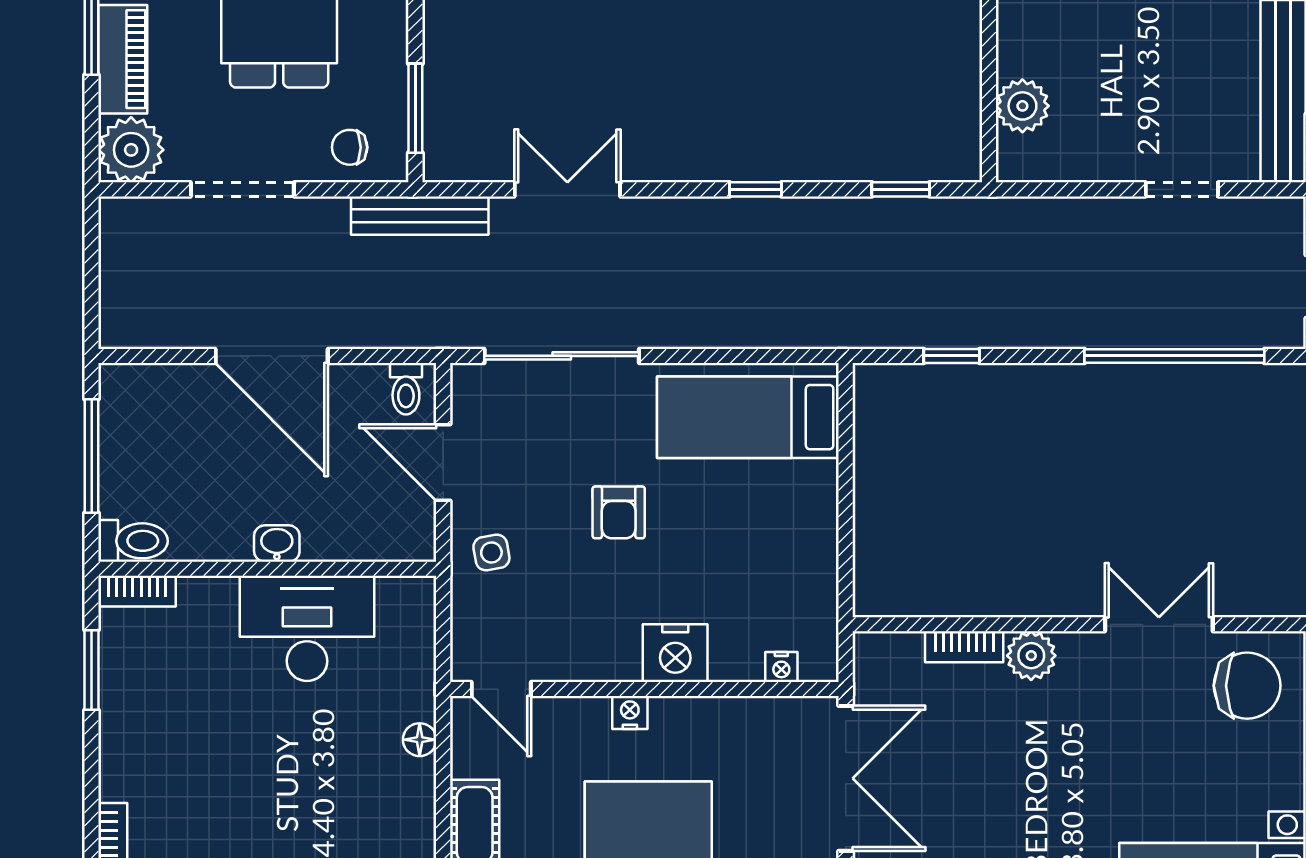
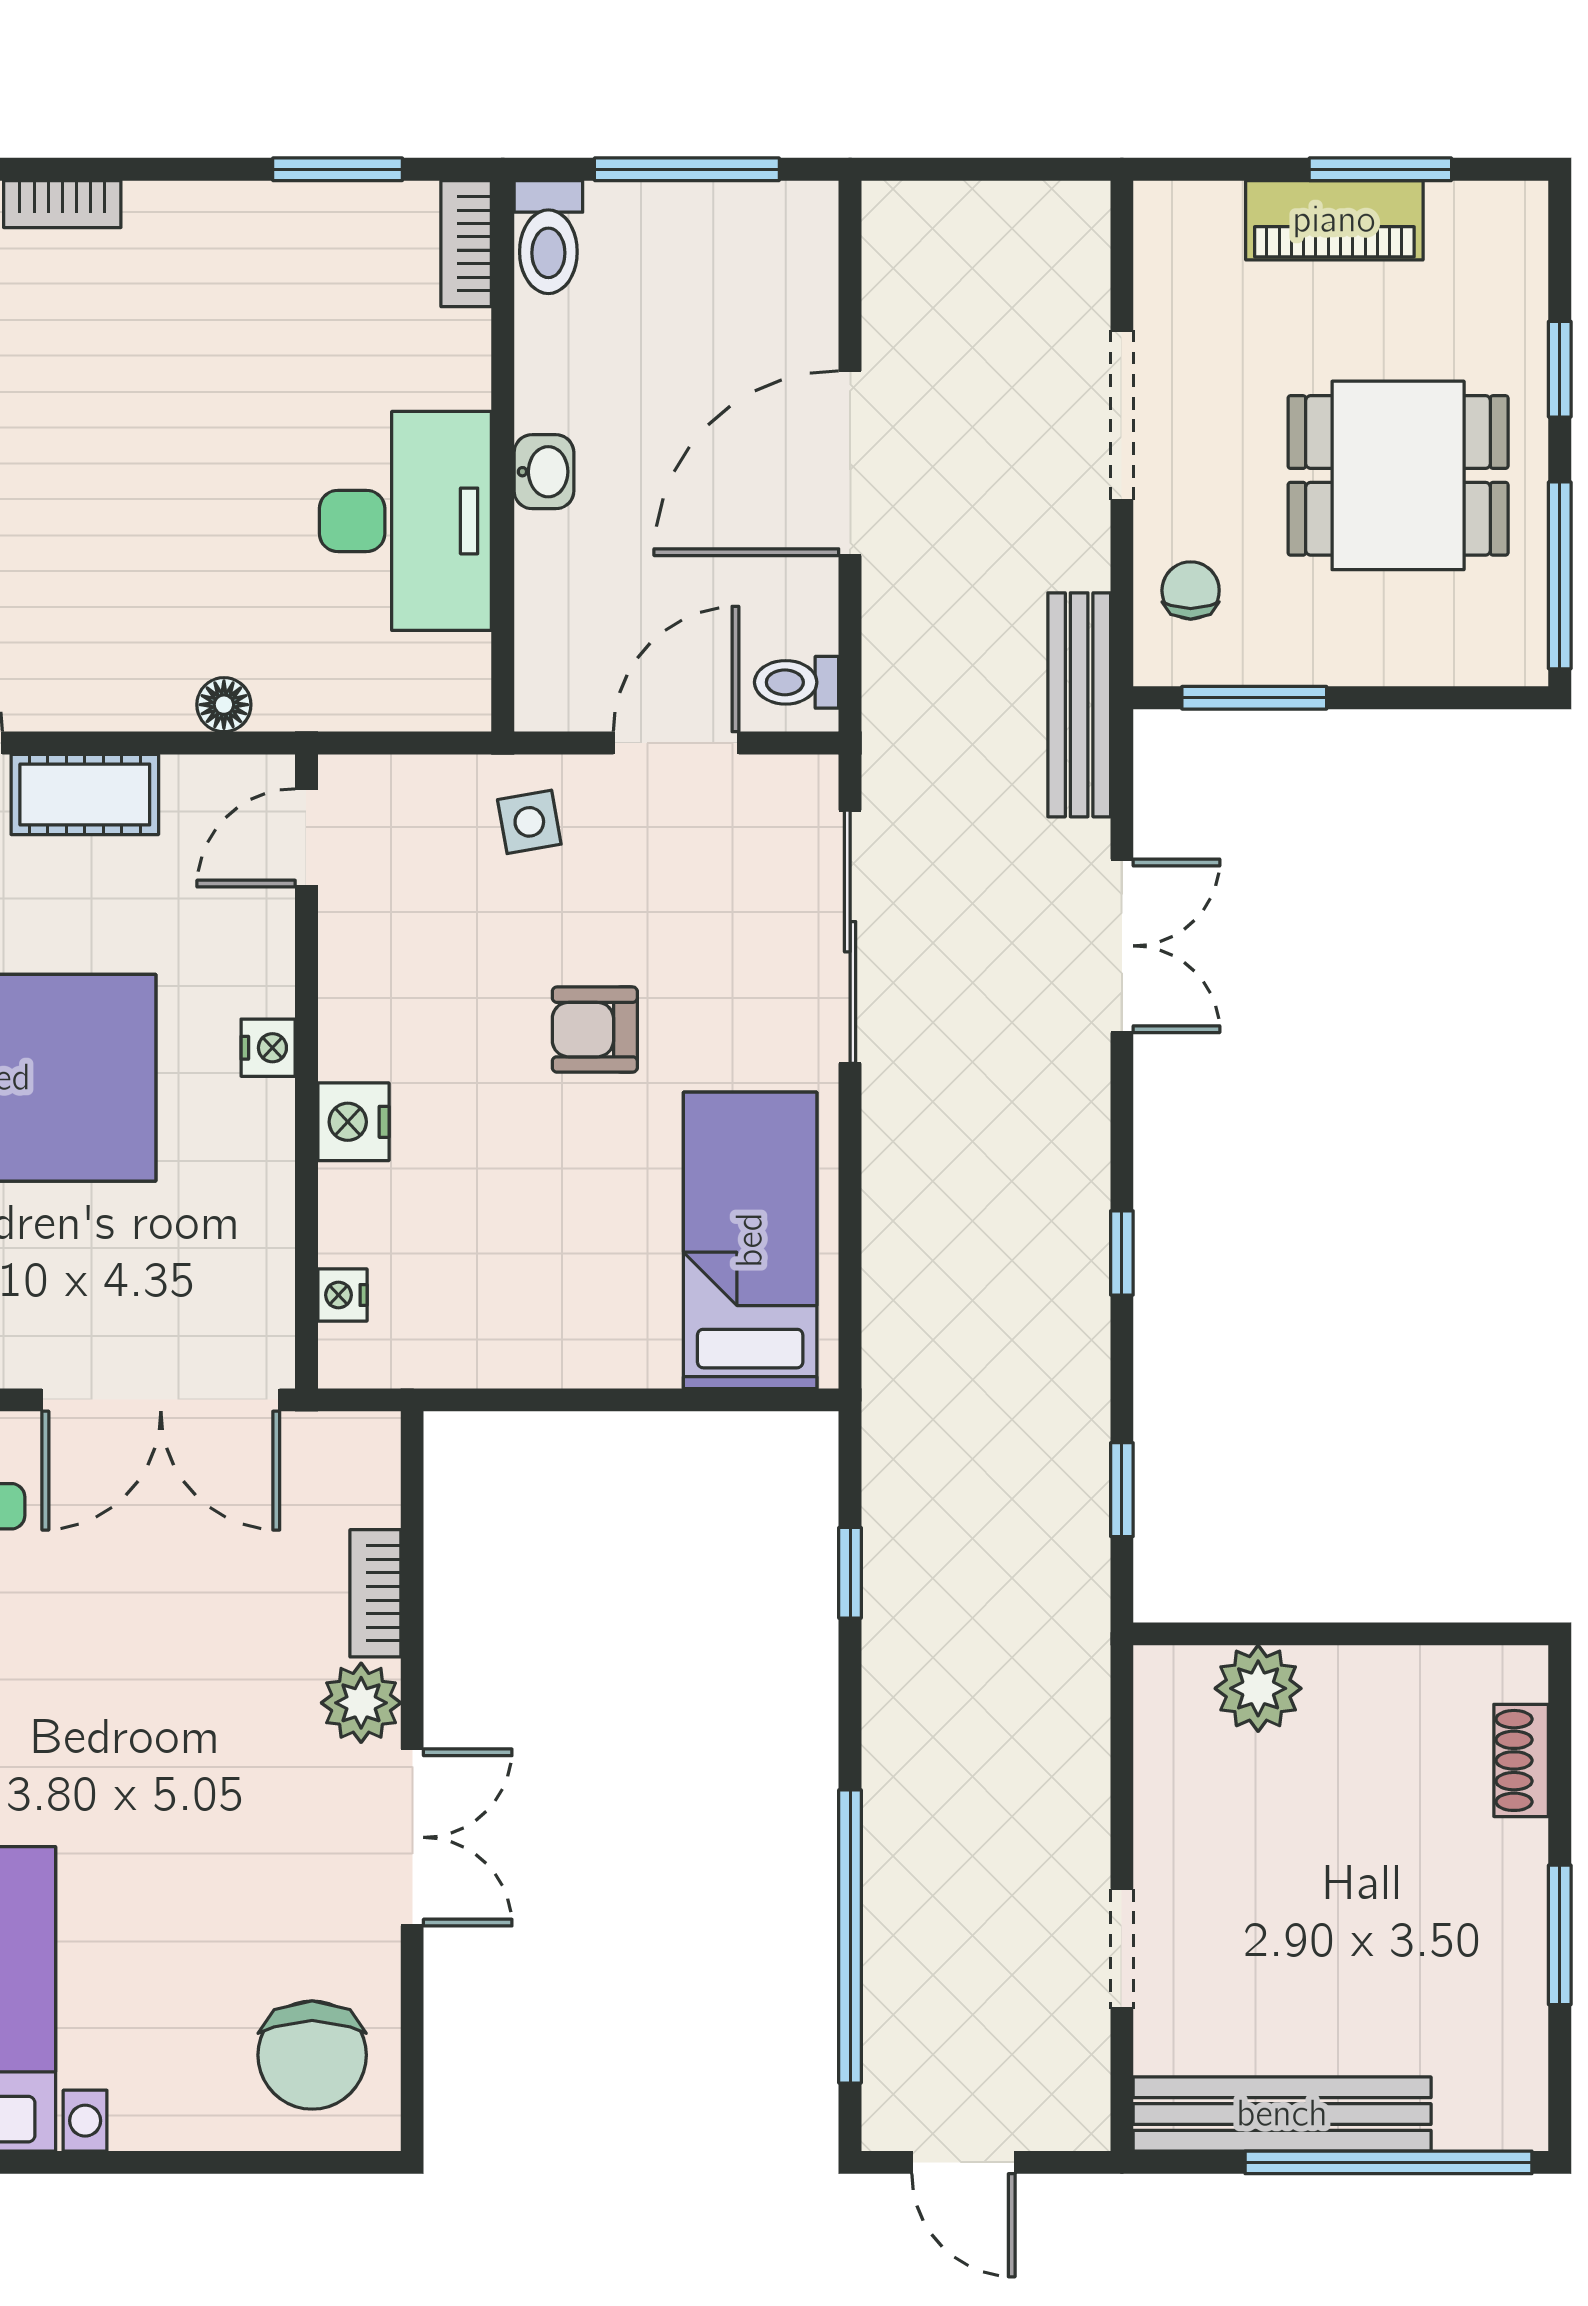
plant: (131, 150) -> (1186, 234), removed
double door: (1159, 624) -> (412, 1837), moved
nightstand: (675, 653) -> (353, 1122), width x0.74, depth x0.75

